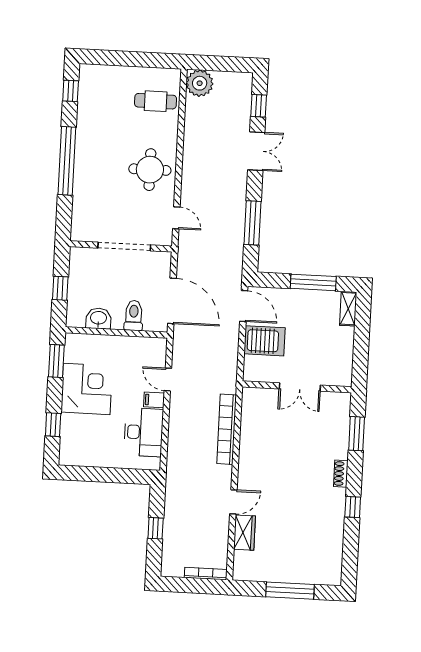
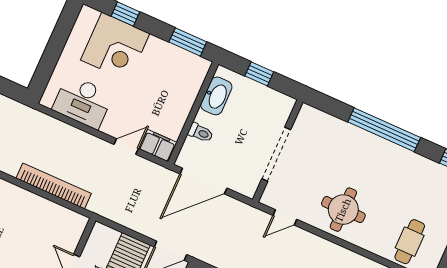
toilet: (134, 315) -> (201, 133), width x0.73, depth x0.72
washbasin: (98, 318) -> (216, 96), width x1.38
corner desk: (87, 389) -> (115, 47), moved
filing cabinet: (154, 400) -> (158, 146), moved, width x2.00

